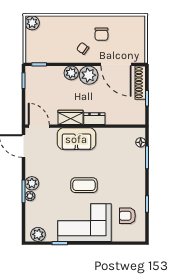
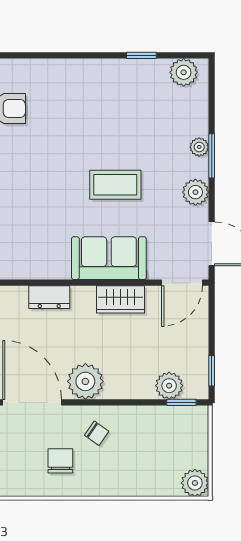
plant: (71, 73) -> (169, 386), moved
dresser: (94, 119) -> (49, 297), moved
door: (39, 126) -> (182, 283), hinge flipped
plant: (32, 183) -> (195, 192), moved
coffee table: (84, 185) -> (115, 185), moved
corner sofa: (85, 223) -> (93, 95), removed

